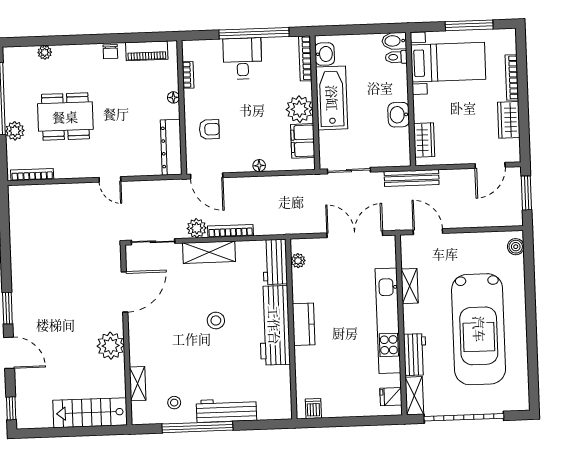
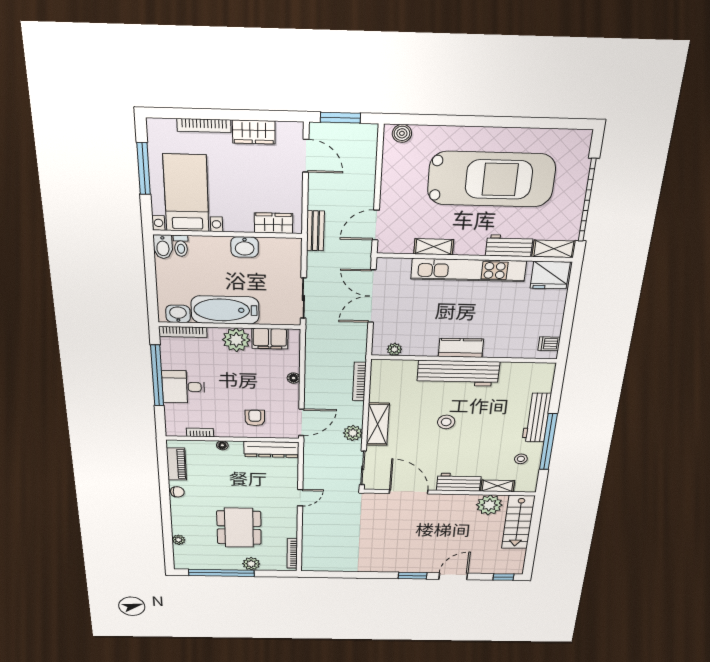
bench: (412, 178) -> (315, 231), width x0.73
bookcase: (231, 231) -> (359, 381), moved
workbench: (275, 262) -> (459, 482), moved, turned 180
plant: (111, 346) -> (489, 505), moved
fridge: (391, 397) -> (550, 275), width x1.88, depth x1.34

